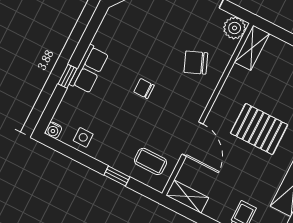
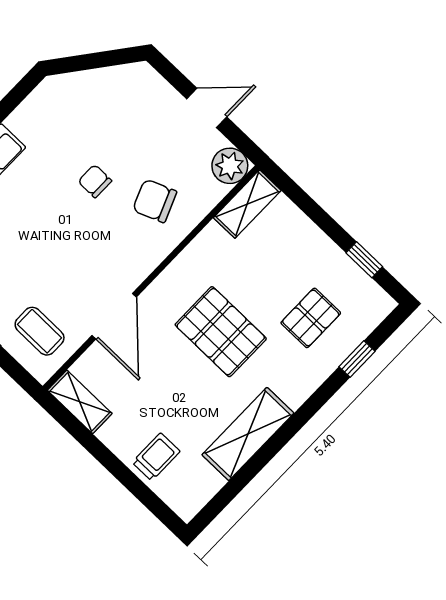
chair: (144, 89) -> (95, 181), moved

